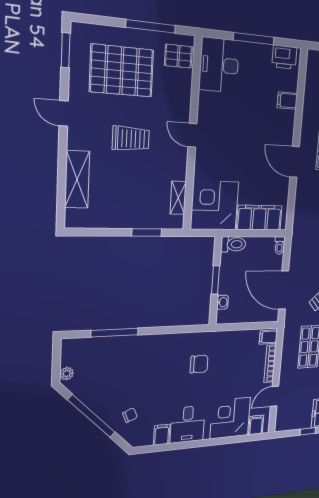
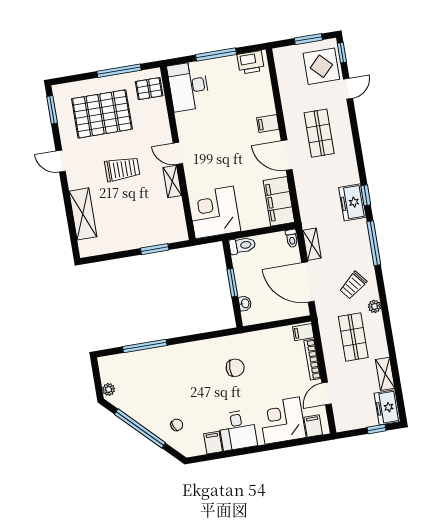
filing cabinet: (287, 101) -> (268, 124), moved
shelving: (178, 198) -> (172, 182), moved
filing cabinet: (259, 218) -> (279, 201), moved, turned -90
shelving: (296, 254) -> (312, 244), added

